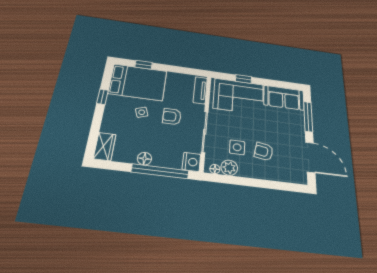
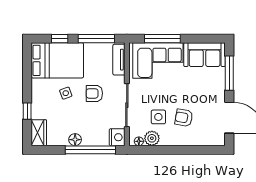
window: (180, 70) -> (96, 39), added
window: (244, 79) -> (162, 39), width x2.17
window: (102, 97) -> (27, 111), moved

